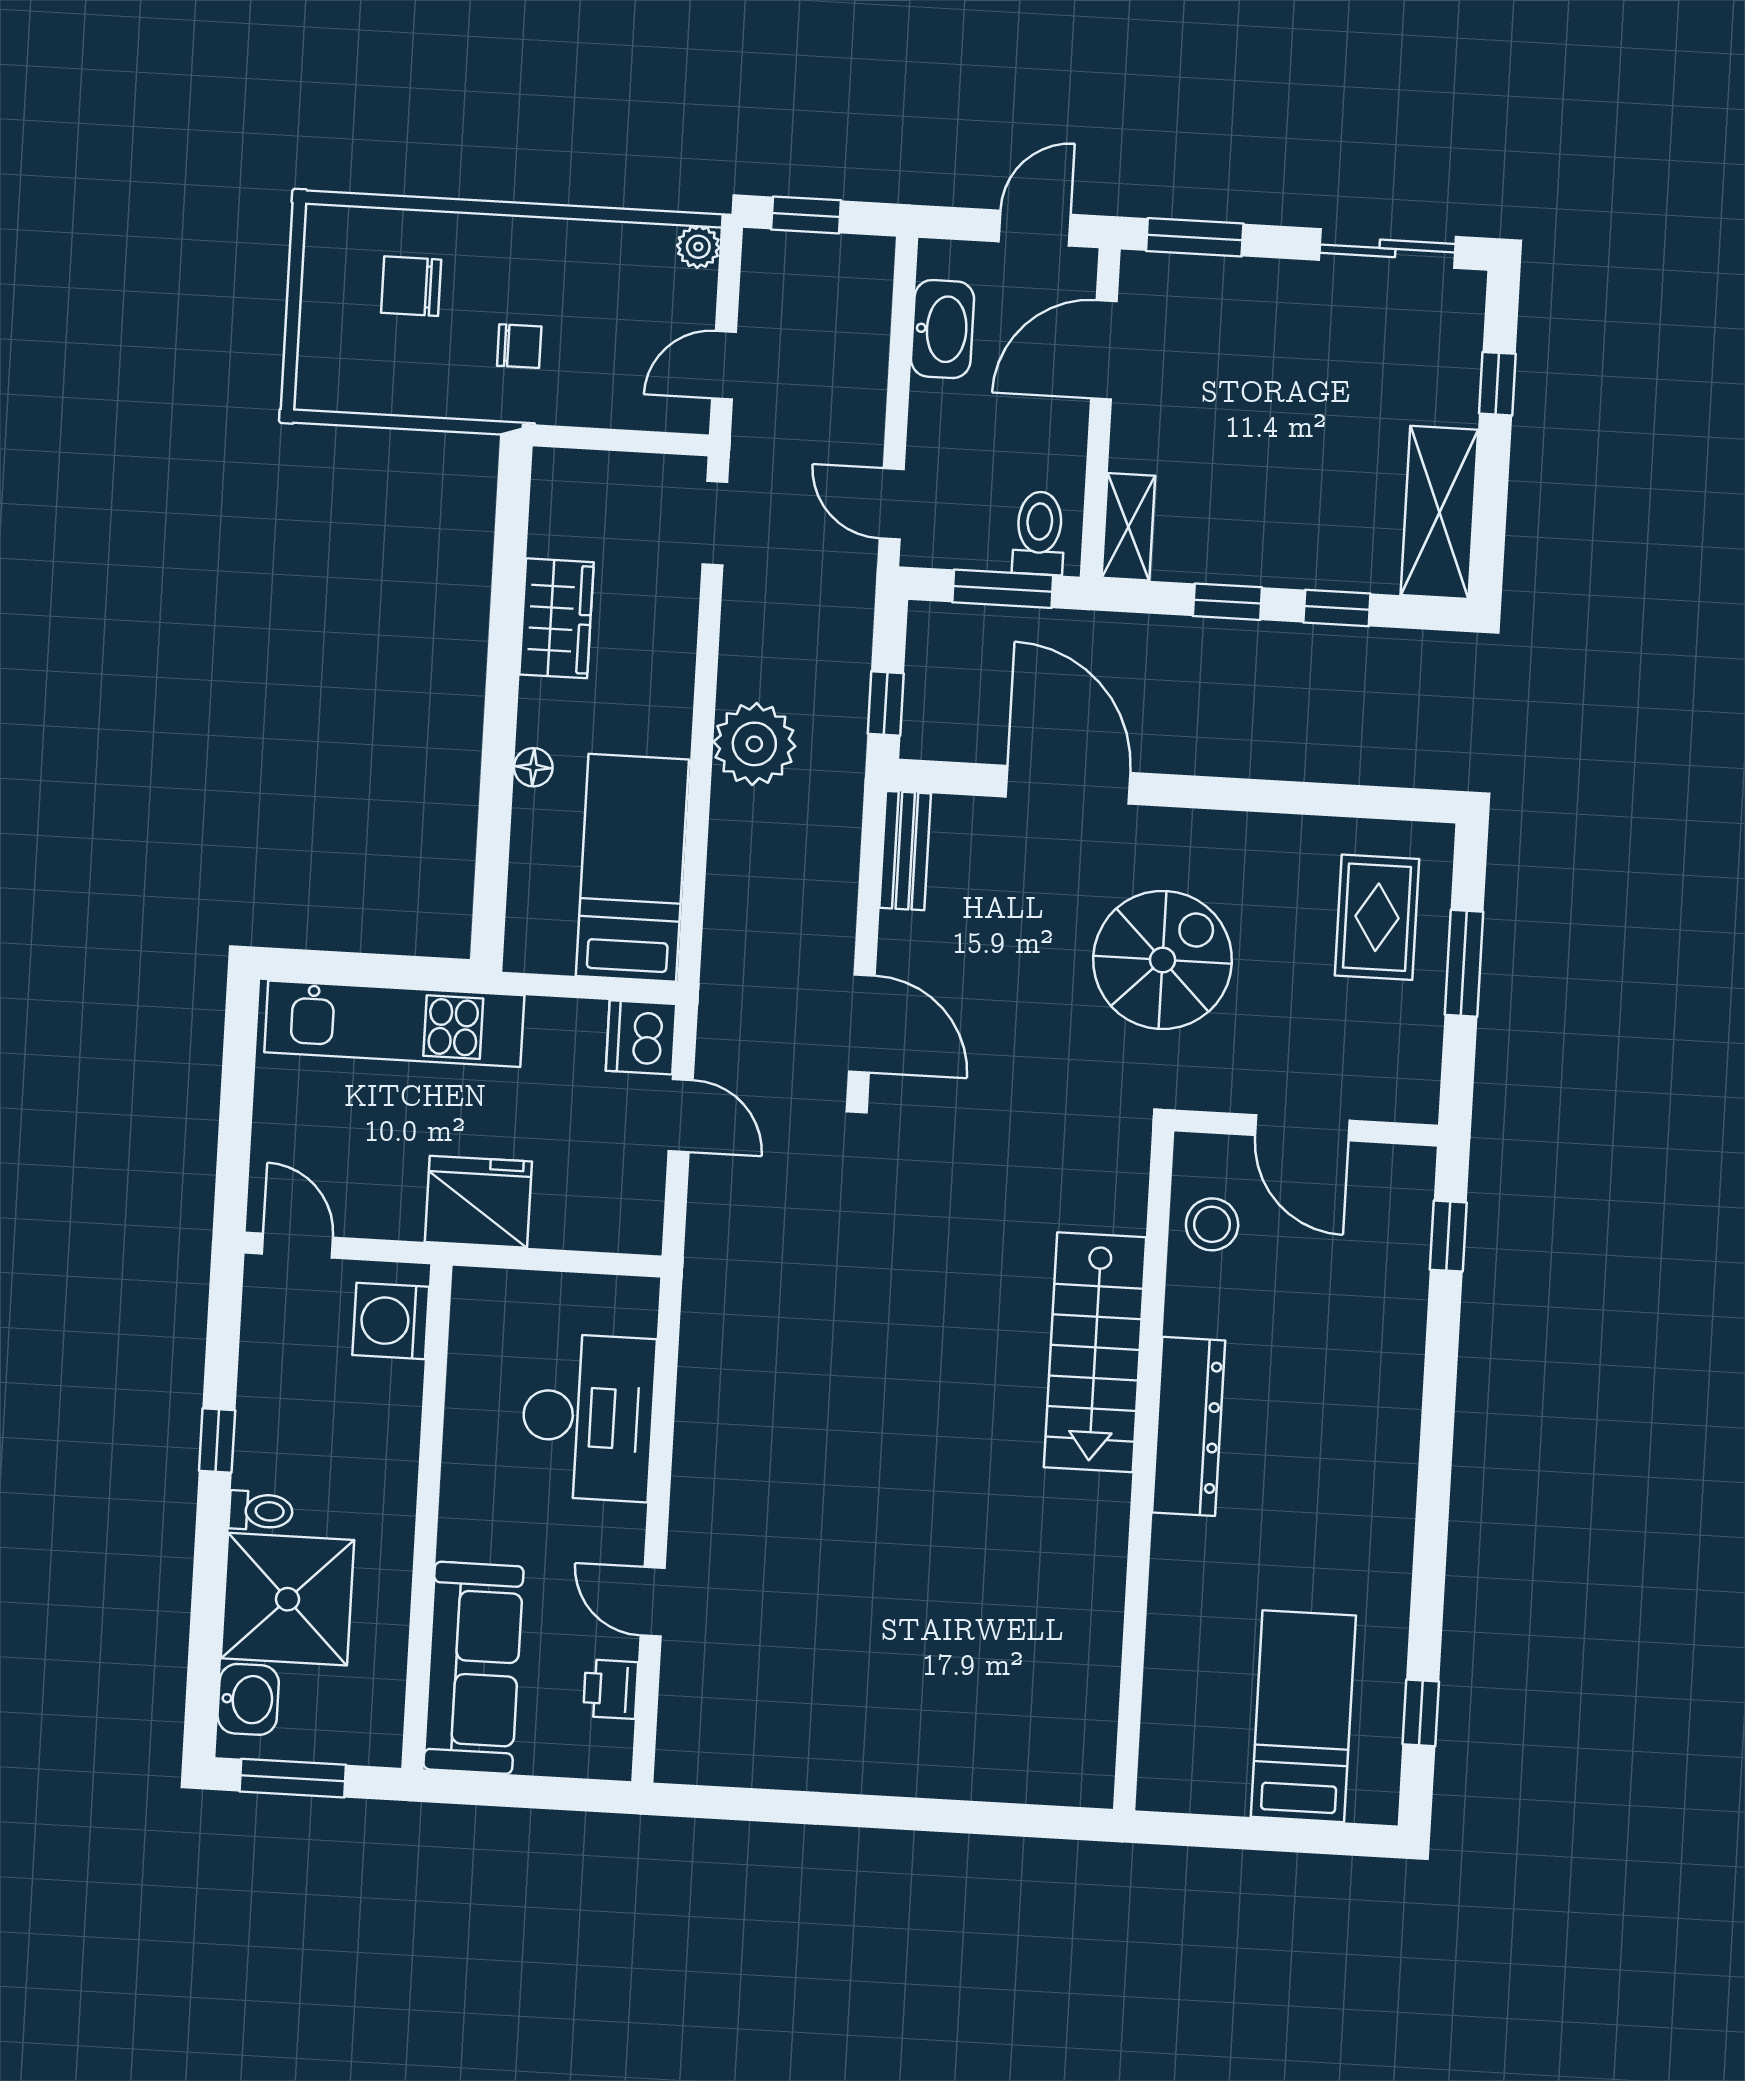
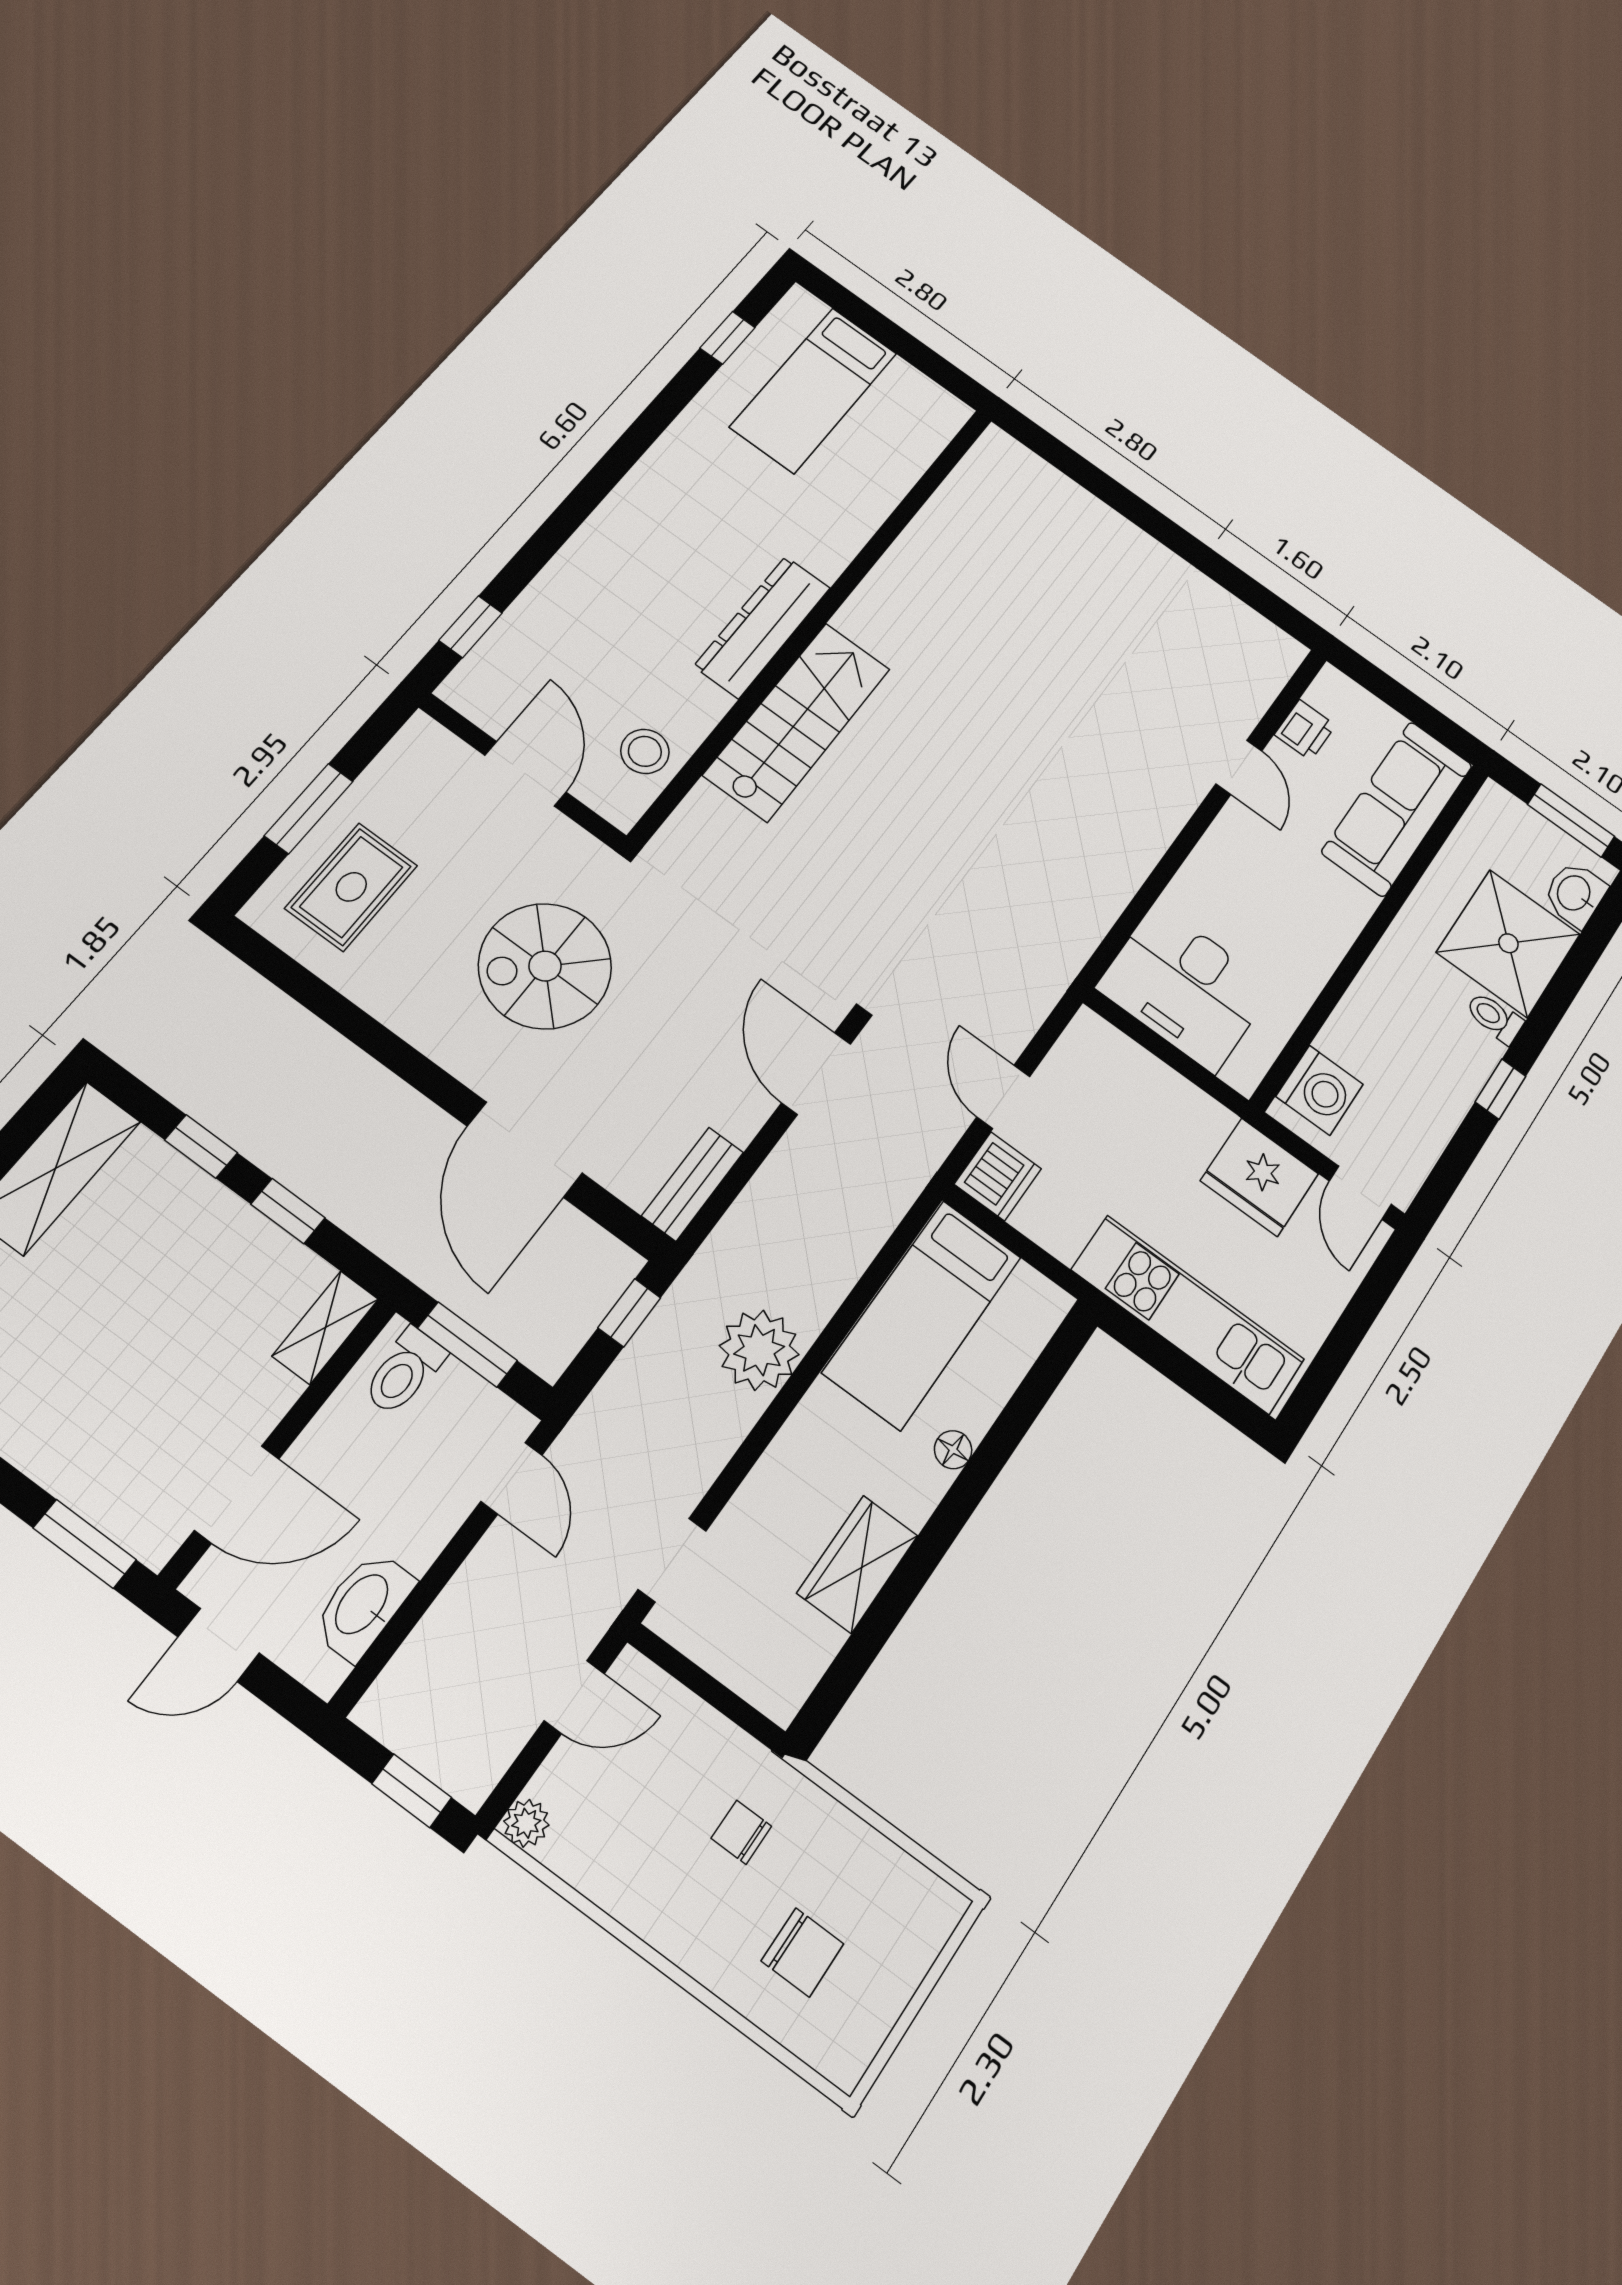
fridge: (478, 1202) -> (1259, 1177), moved
desk: (588, 1417) -> (1185, 987), moved, turned -90

